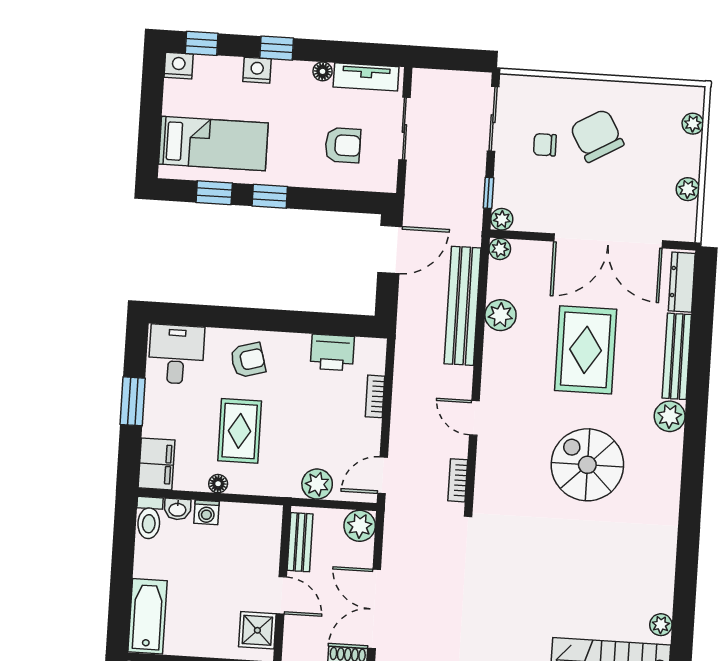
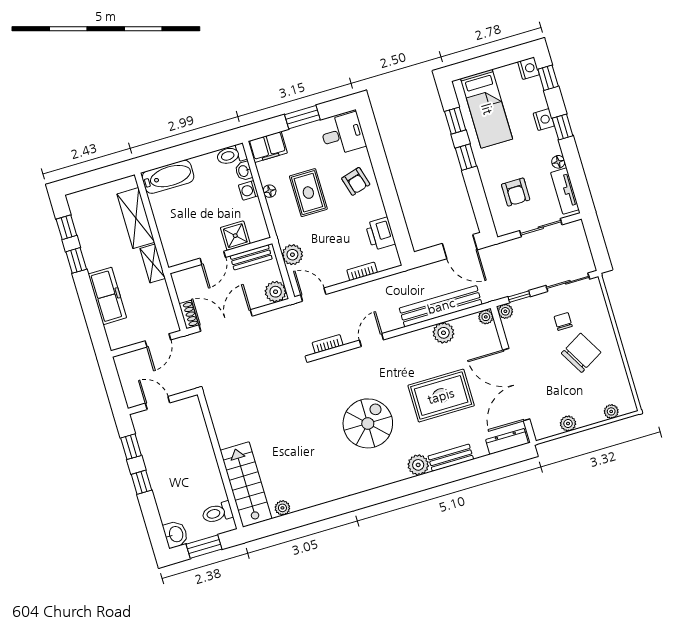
bench: (677, 356) -> (451, 458), width x0.73
rug: (240, 431) -> (308, 193), turned 90
shower: (257, 630) -> (235, 236), moved

